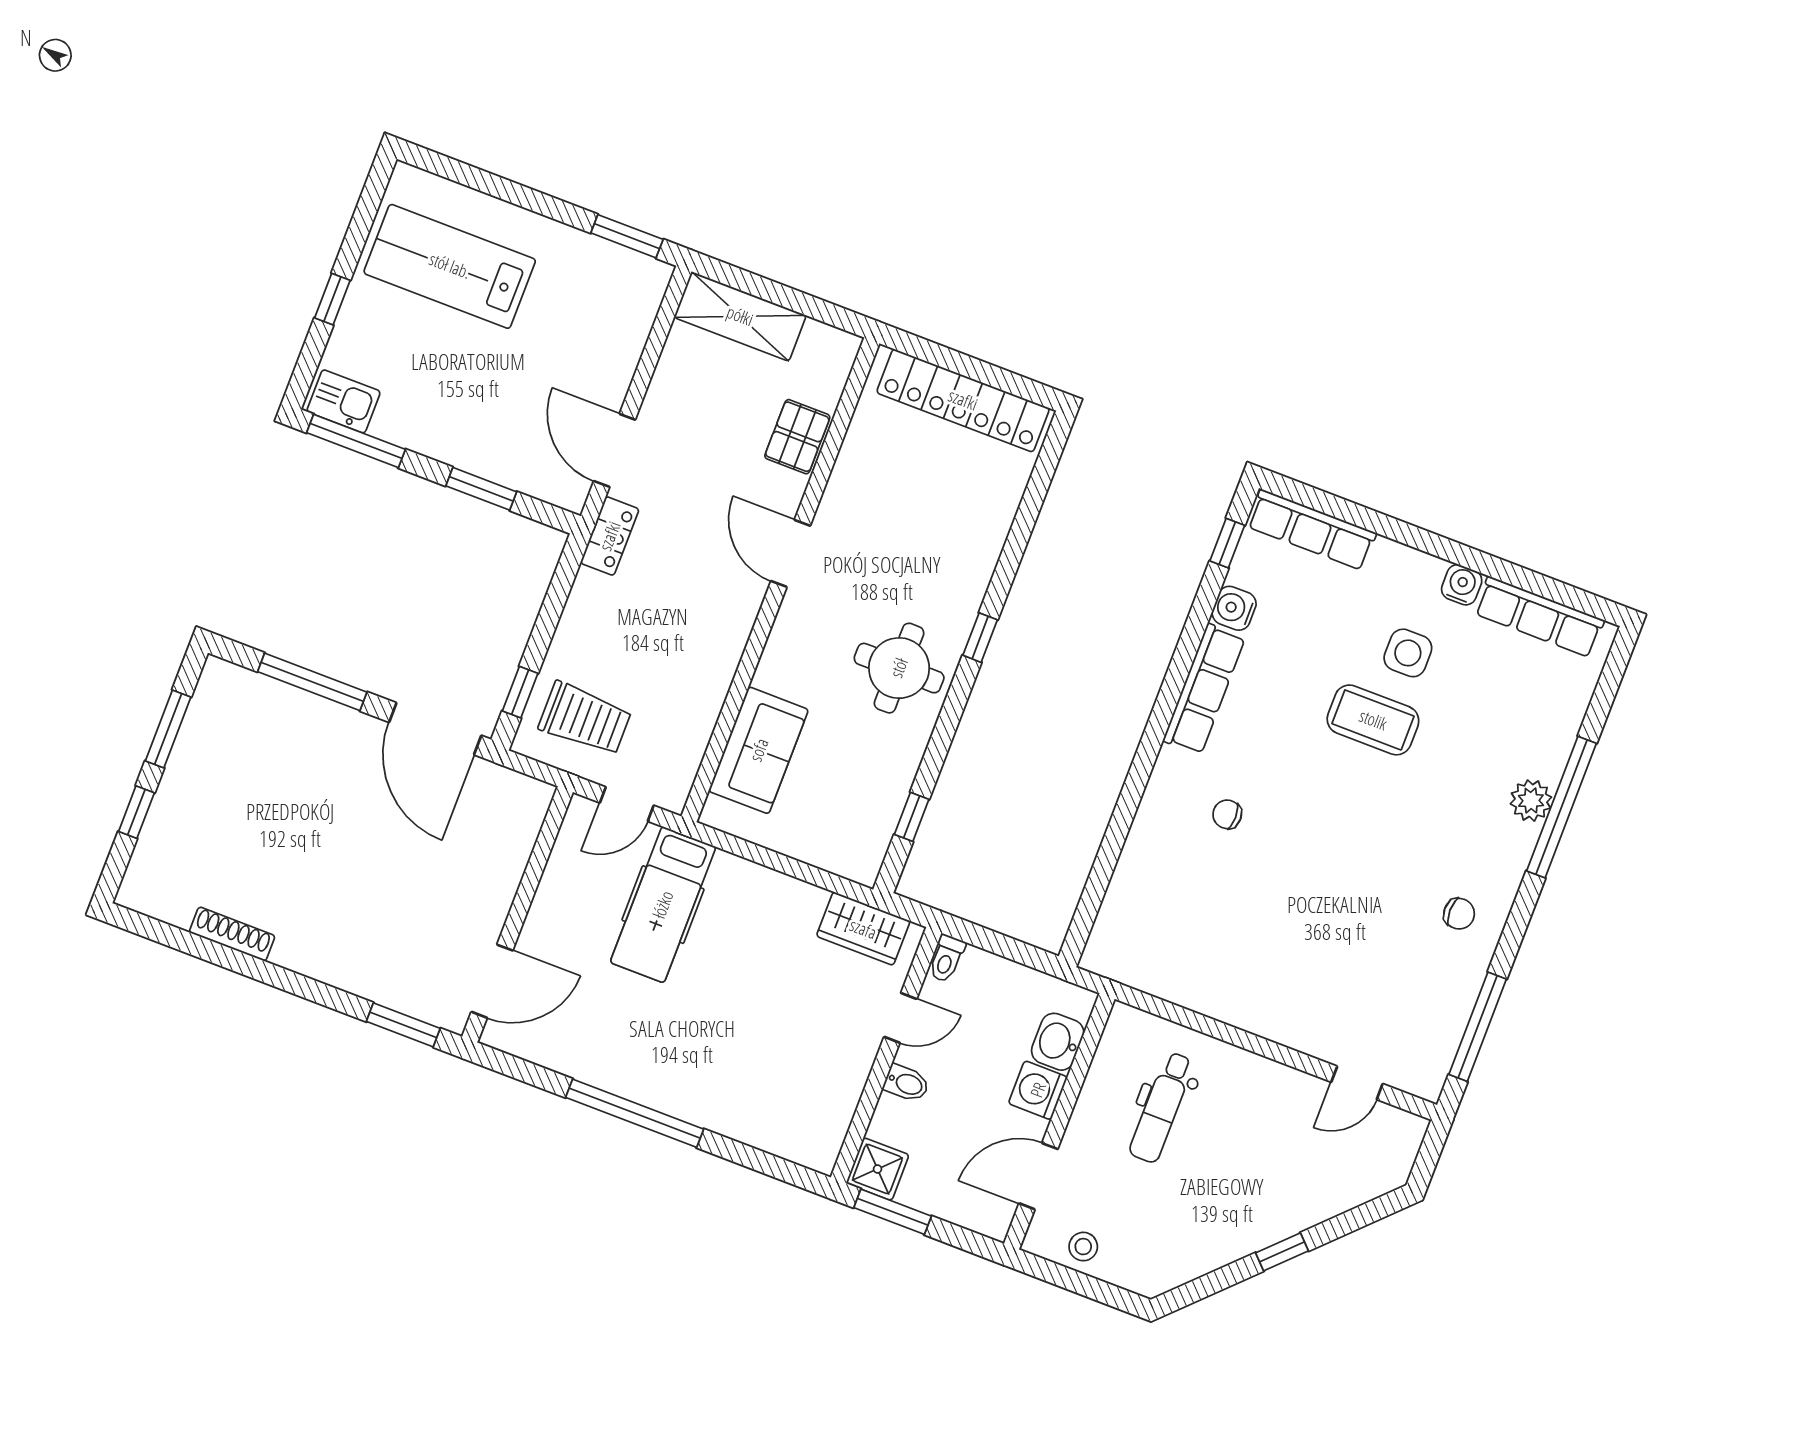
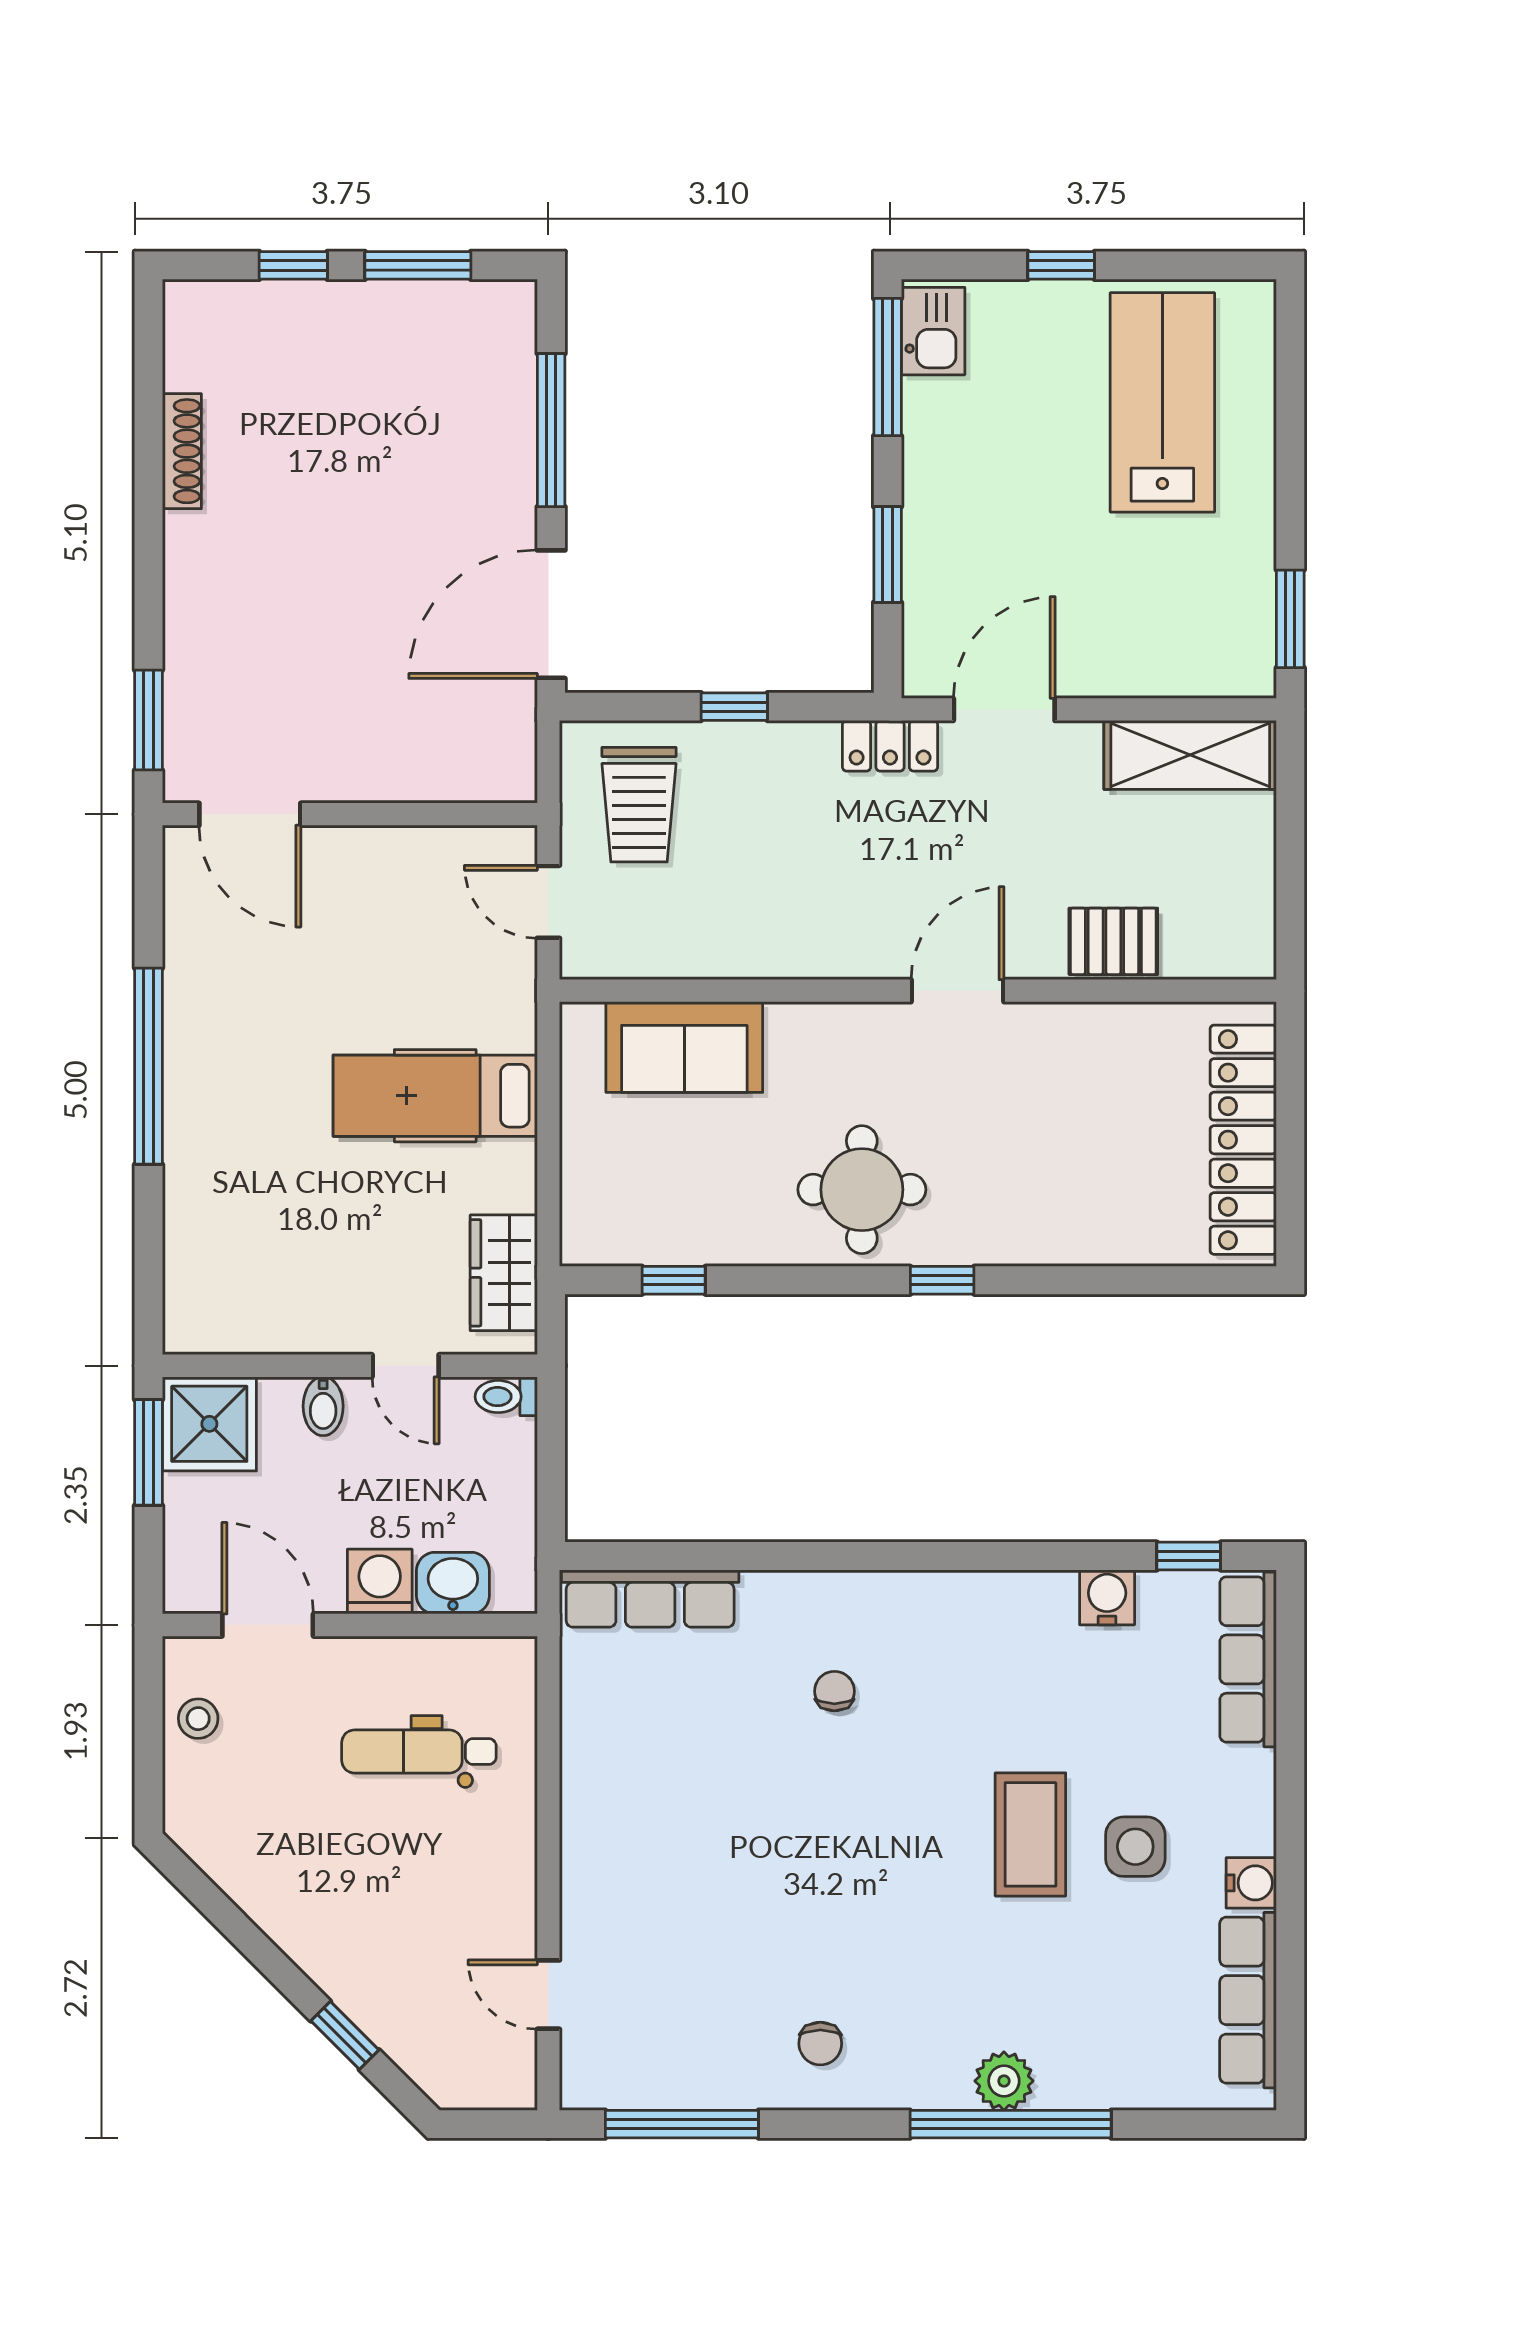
shelving: (740, 316) -> (1190, 755), moved, turned 90
row of seats: (1204, 689) -> (650, 1599), moved
window: (520, 692) -> (734, 707), moved
hospital bed: (663, 905) -> (435, 1096), moved
shower: (877, 1169) -> (209, 1424), width x1.36, depth x1.36
window: (1282, 1252) -> (345, 2035), moved

